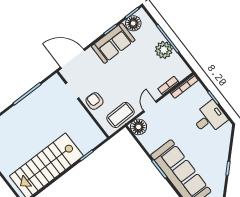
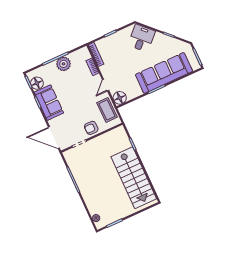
door: (73, 59) -> (54, 138), hinge flipped
door: (150, 106) -> (106, 85), hinge flipped
desk: (209, 118) -> (142, 38), moved, turned 45

